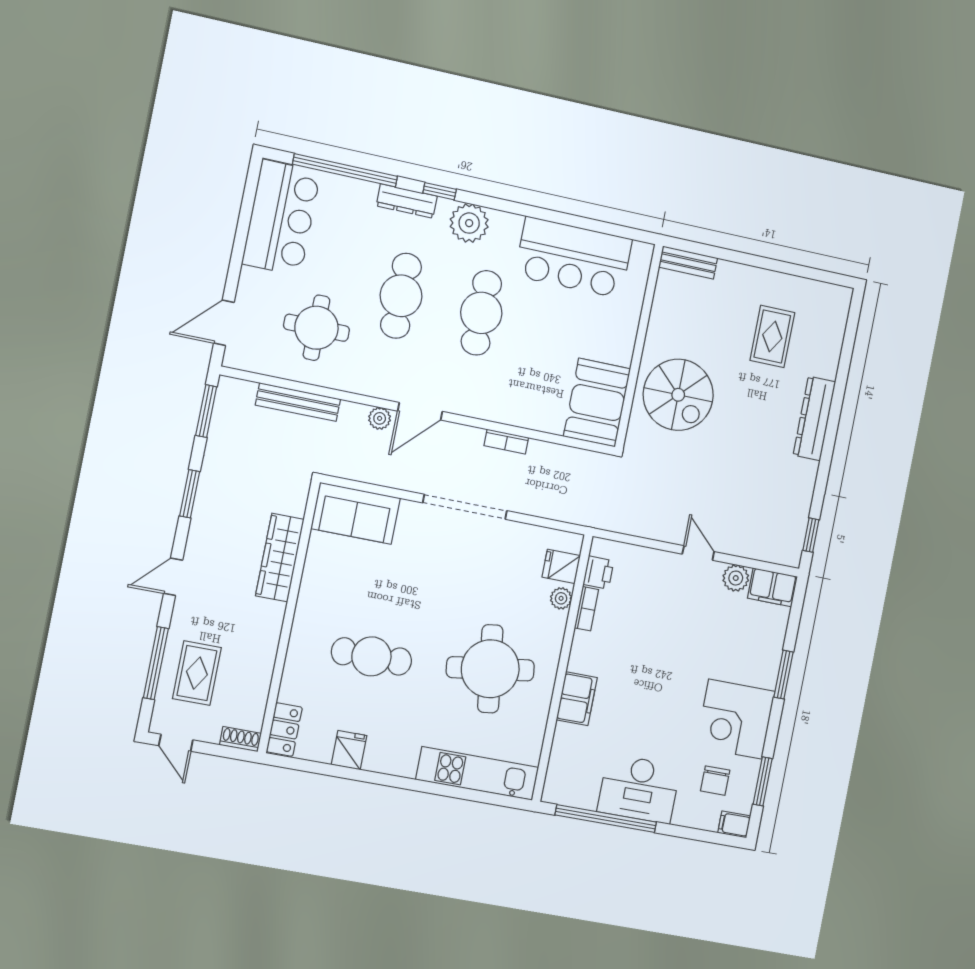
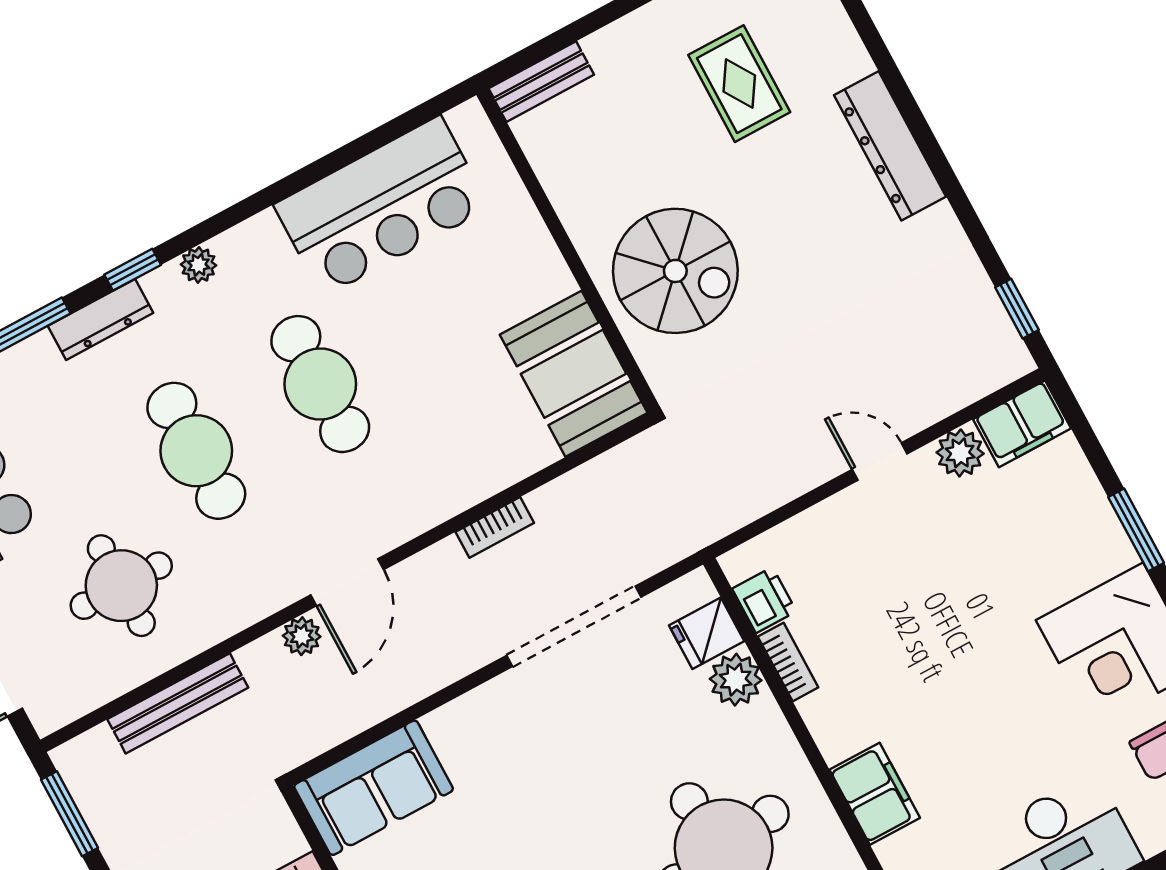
plant: (469, 223) -> (199, 265), width x0.53, depth x0.53
doorway: (465, 507) -> (574, 626), moved
plant: (561, 598) -> (736, 680), width x1.38, depth x1.38

